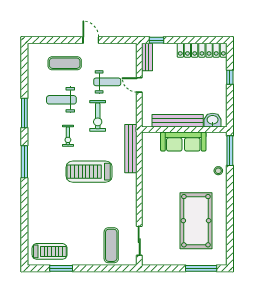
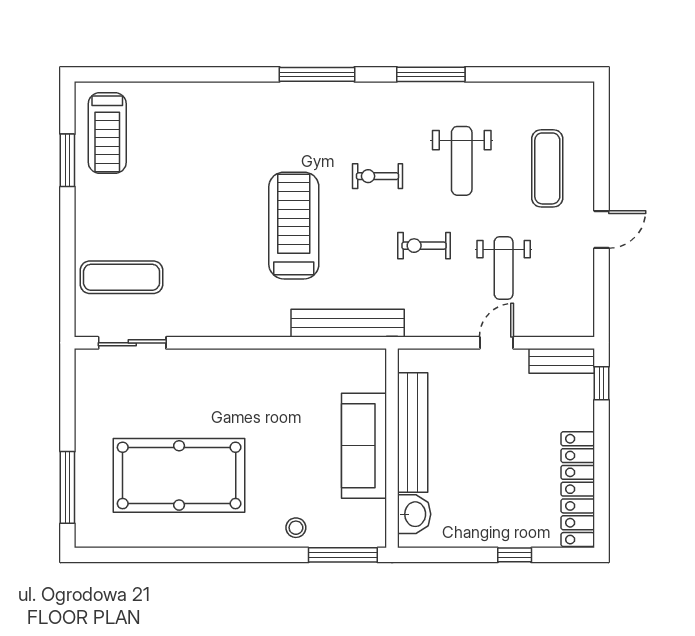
weight bench: (61, 100) -> (462, 161), turned 180
exercise bike: (98, 116) -> (424, 246), width x0.73, depth x0.72

